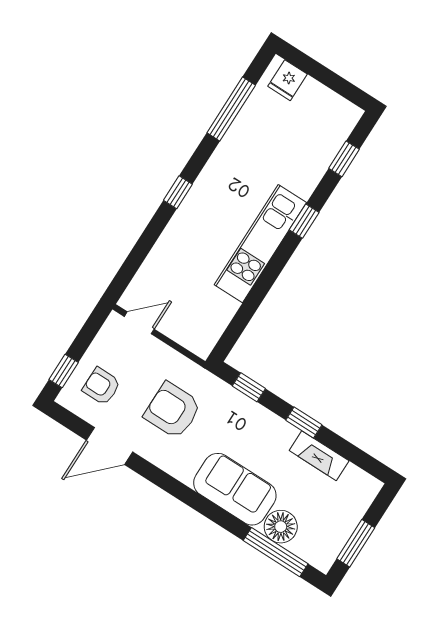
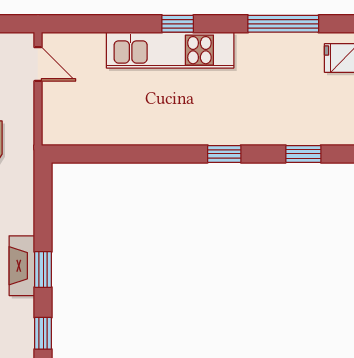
kitchen unit: (260, 244) -> (170, 50), moved, turned 180
window: (249, 387) -> (43, 333), moved
fireplace: (319, 456) -> (22, 266), moved

